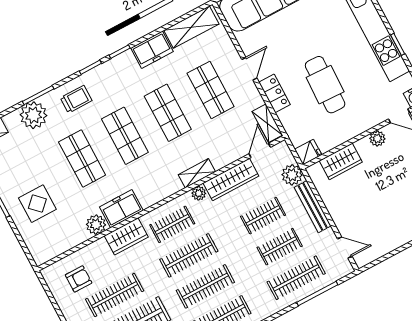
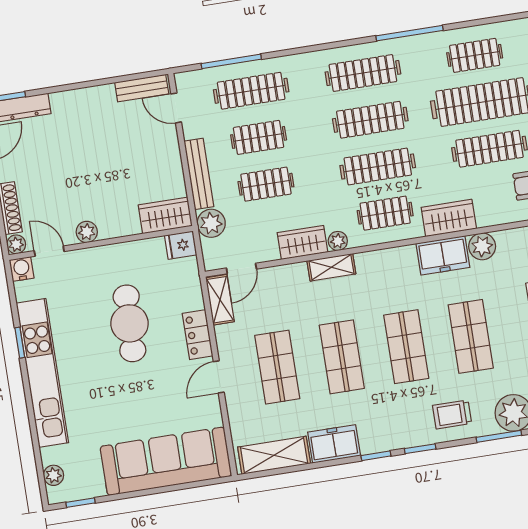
wardrobe: (341, 161) -> (165, 215), moved
wardrobe: (231, 180) -> (302, 242), width x0.67
bench: (374, 253) -> (142, 88), added

